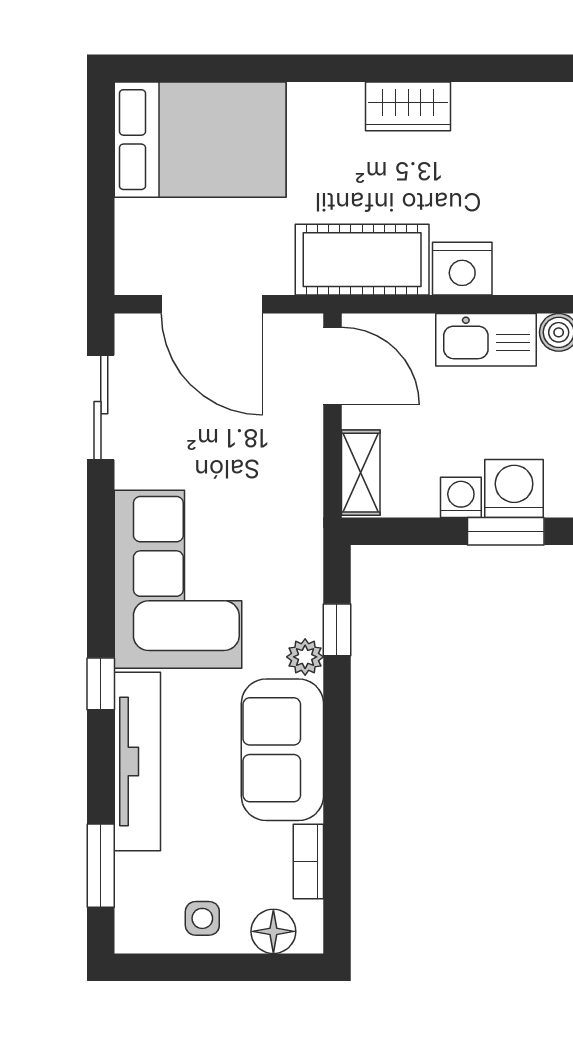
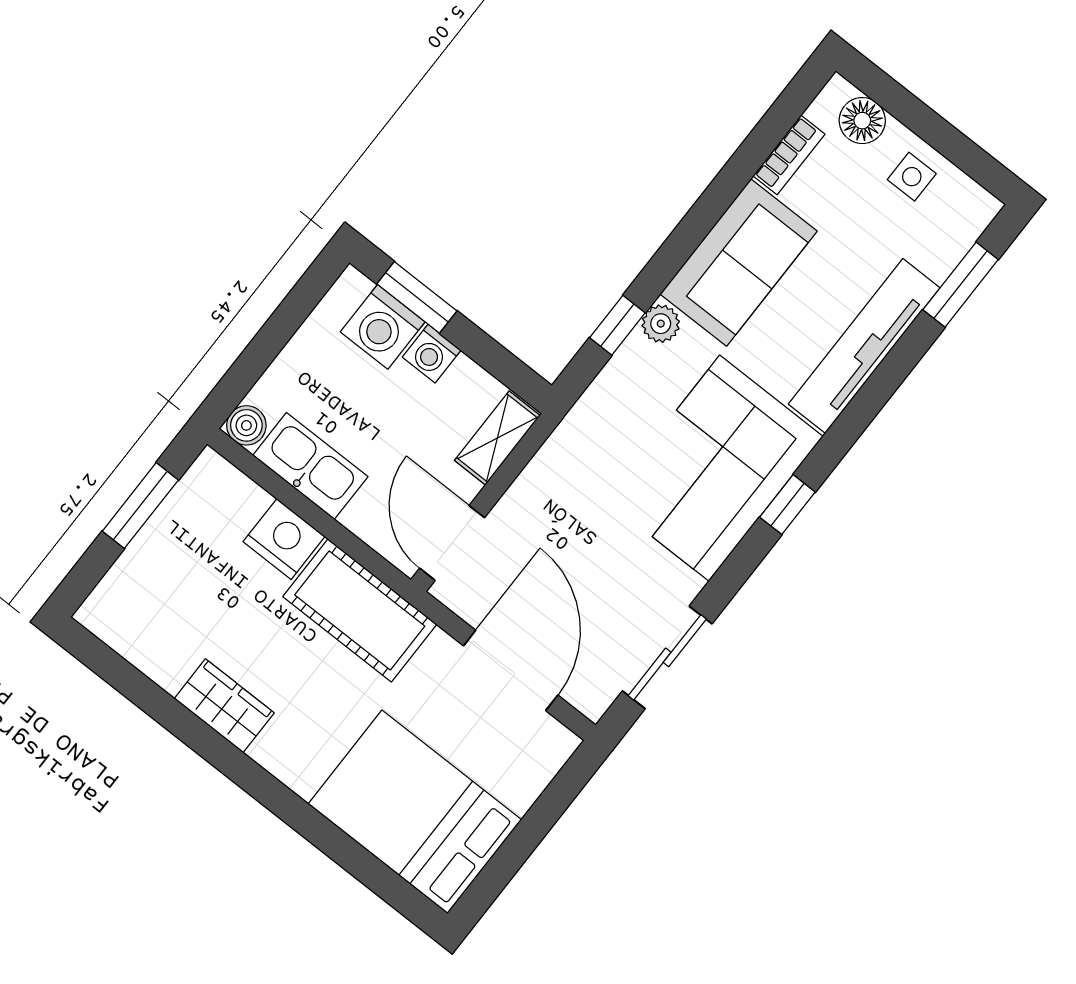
window: (101, 684) -> (787, 505), moved

